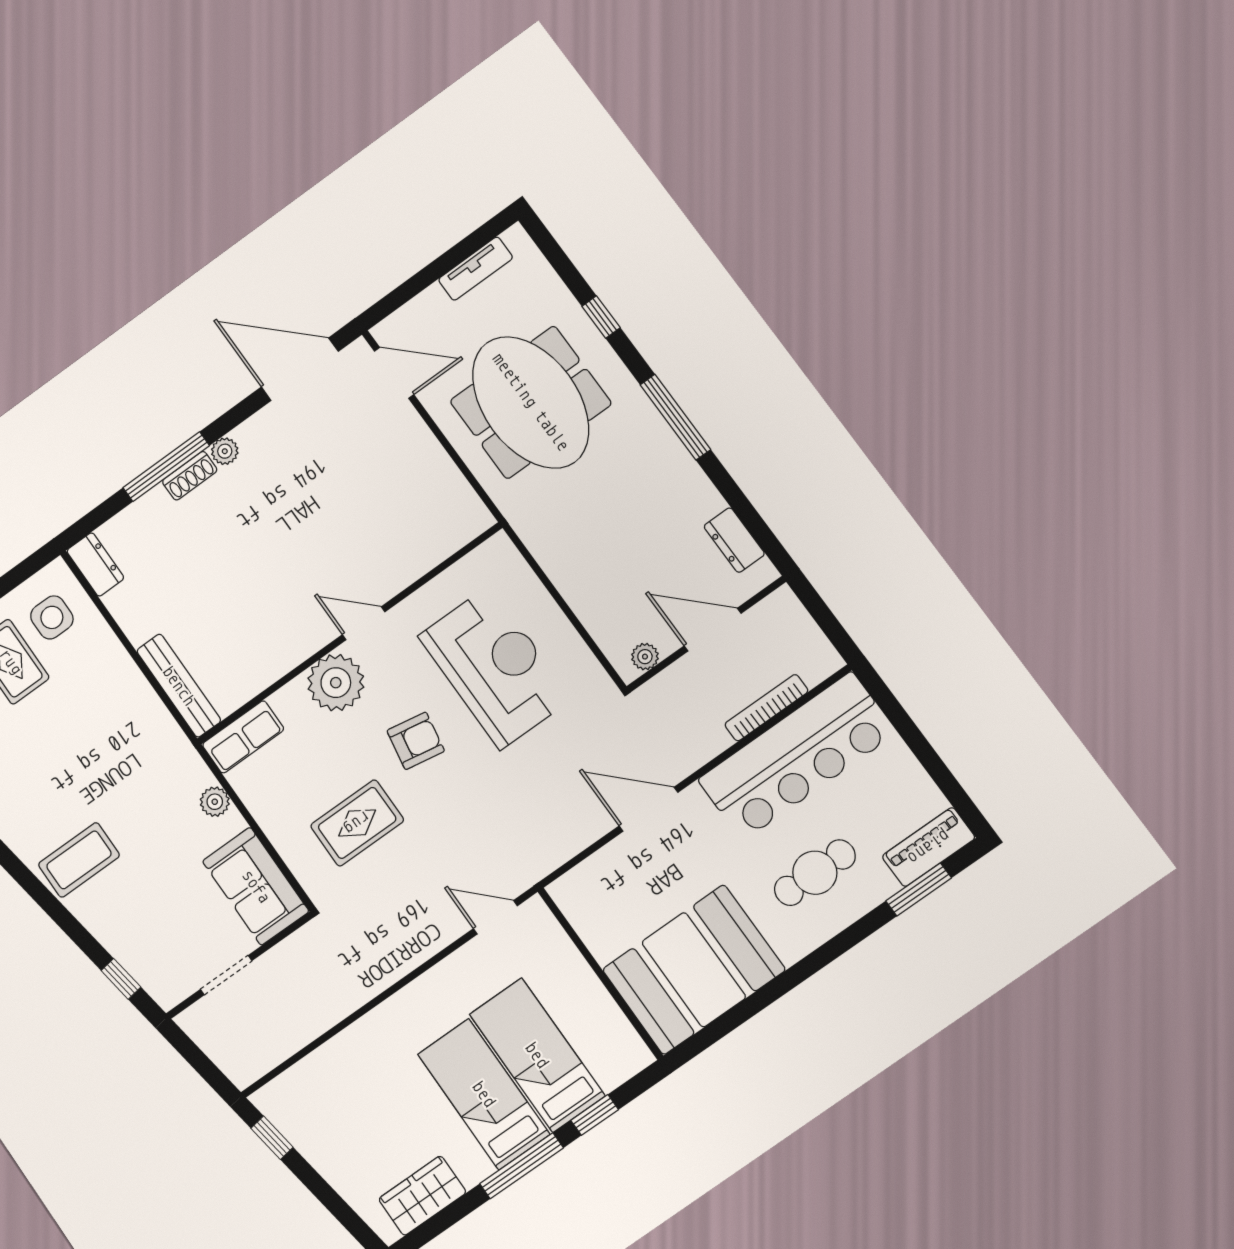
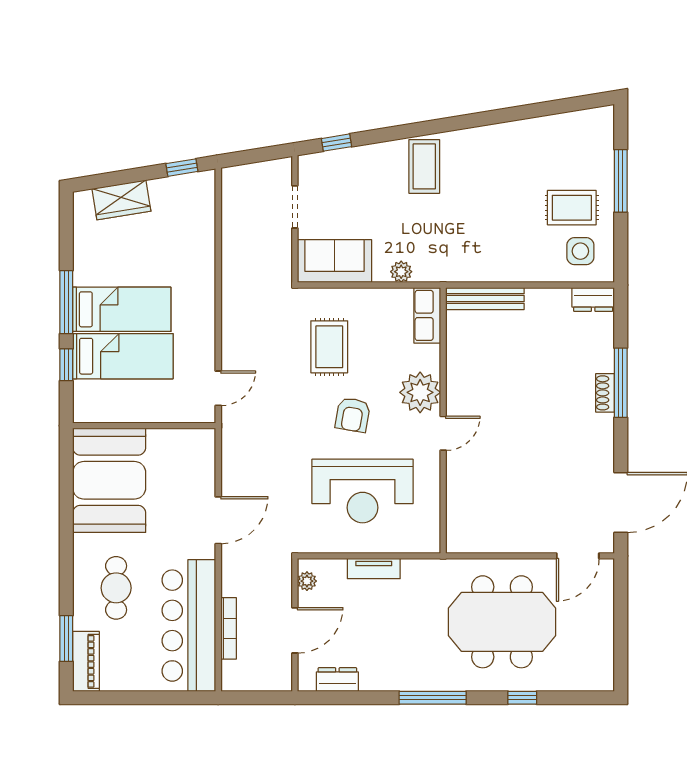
tv unit: (476, 269) -> (374, 569), moved, turned -90
plant: (225, 451) -> (604, 424), removed
wardrobe: (422, 1196) -> (121, 200), moved, turned 81

